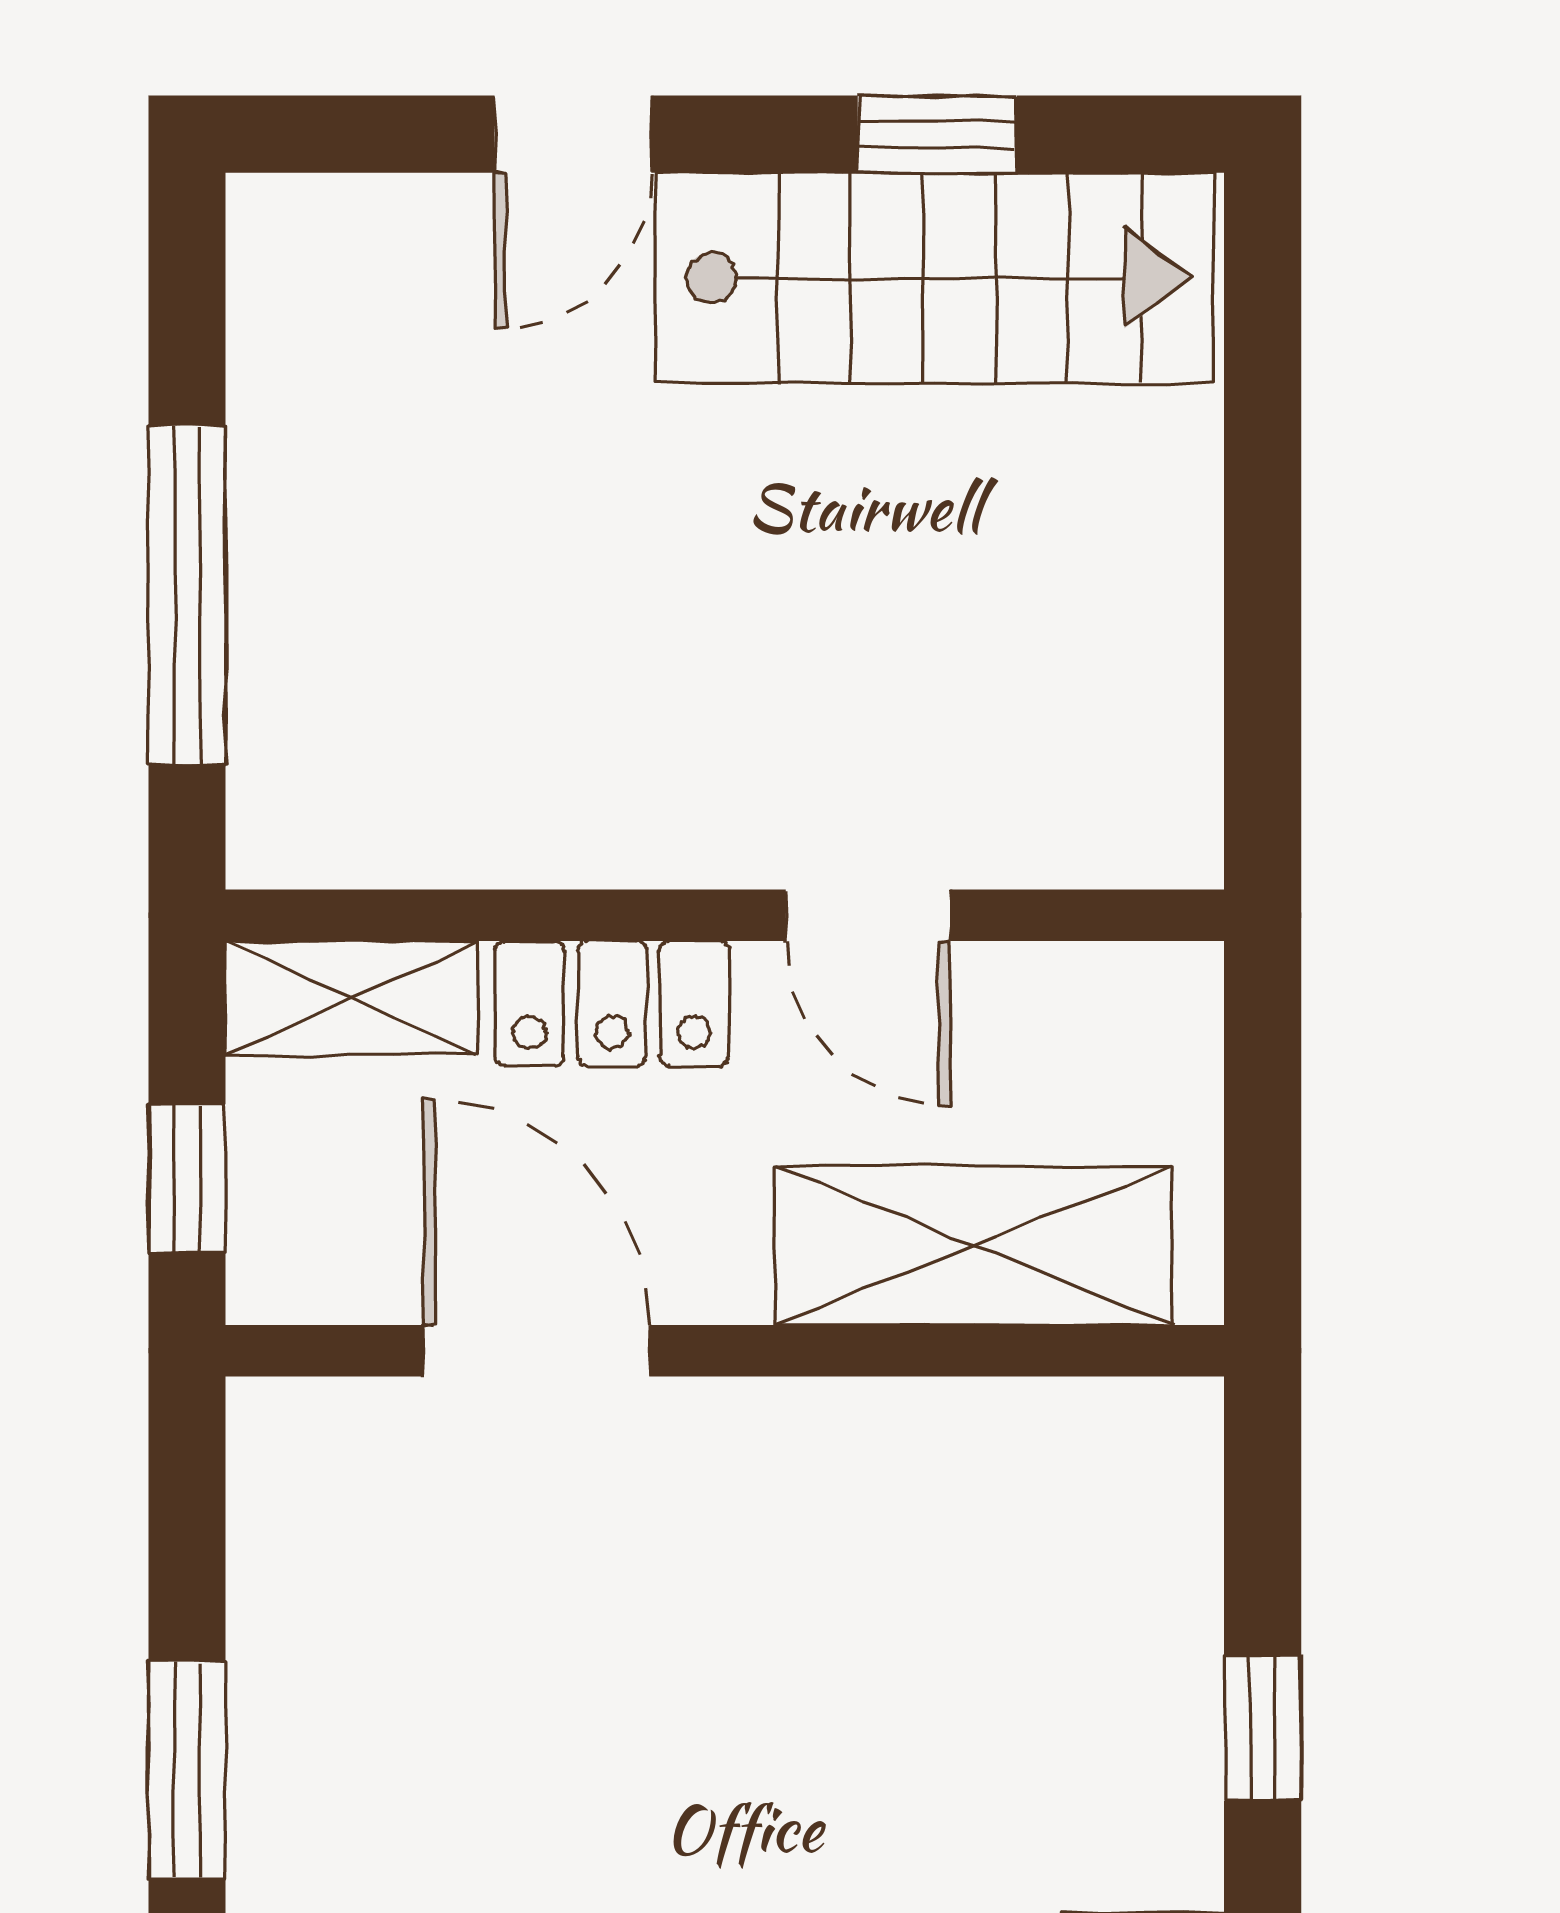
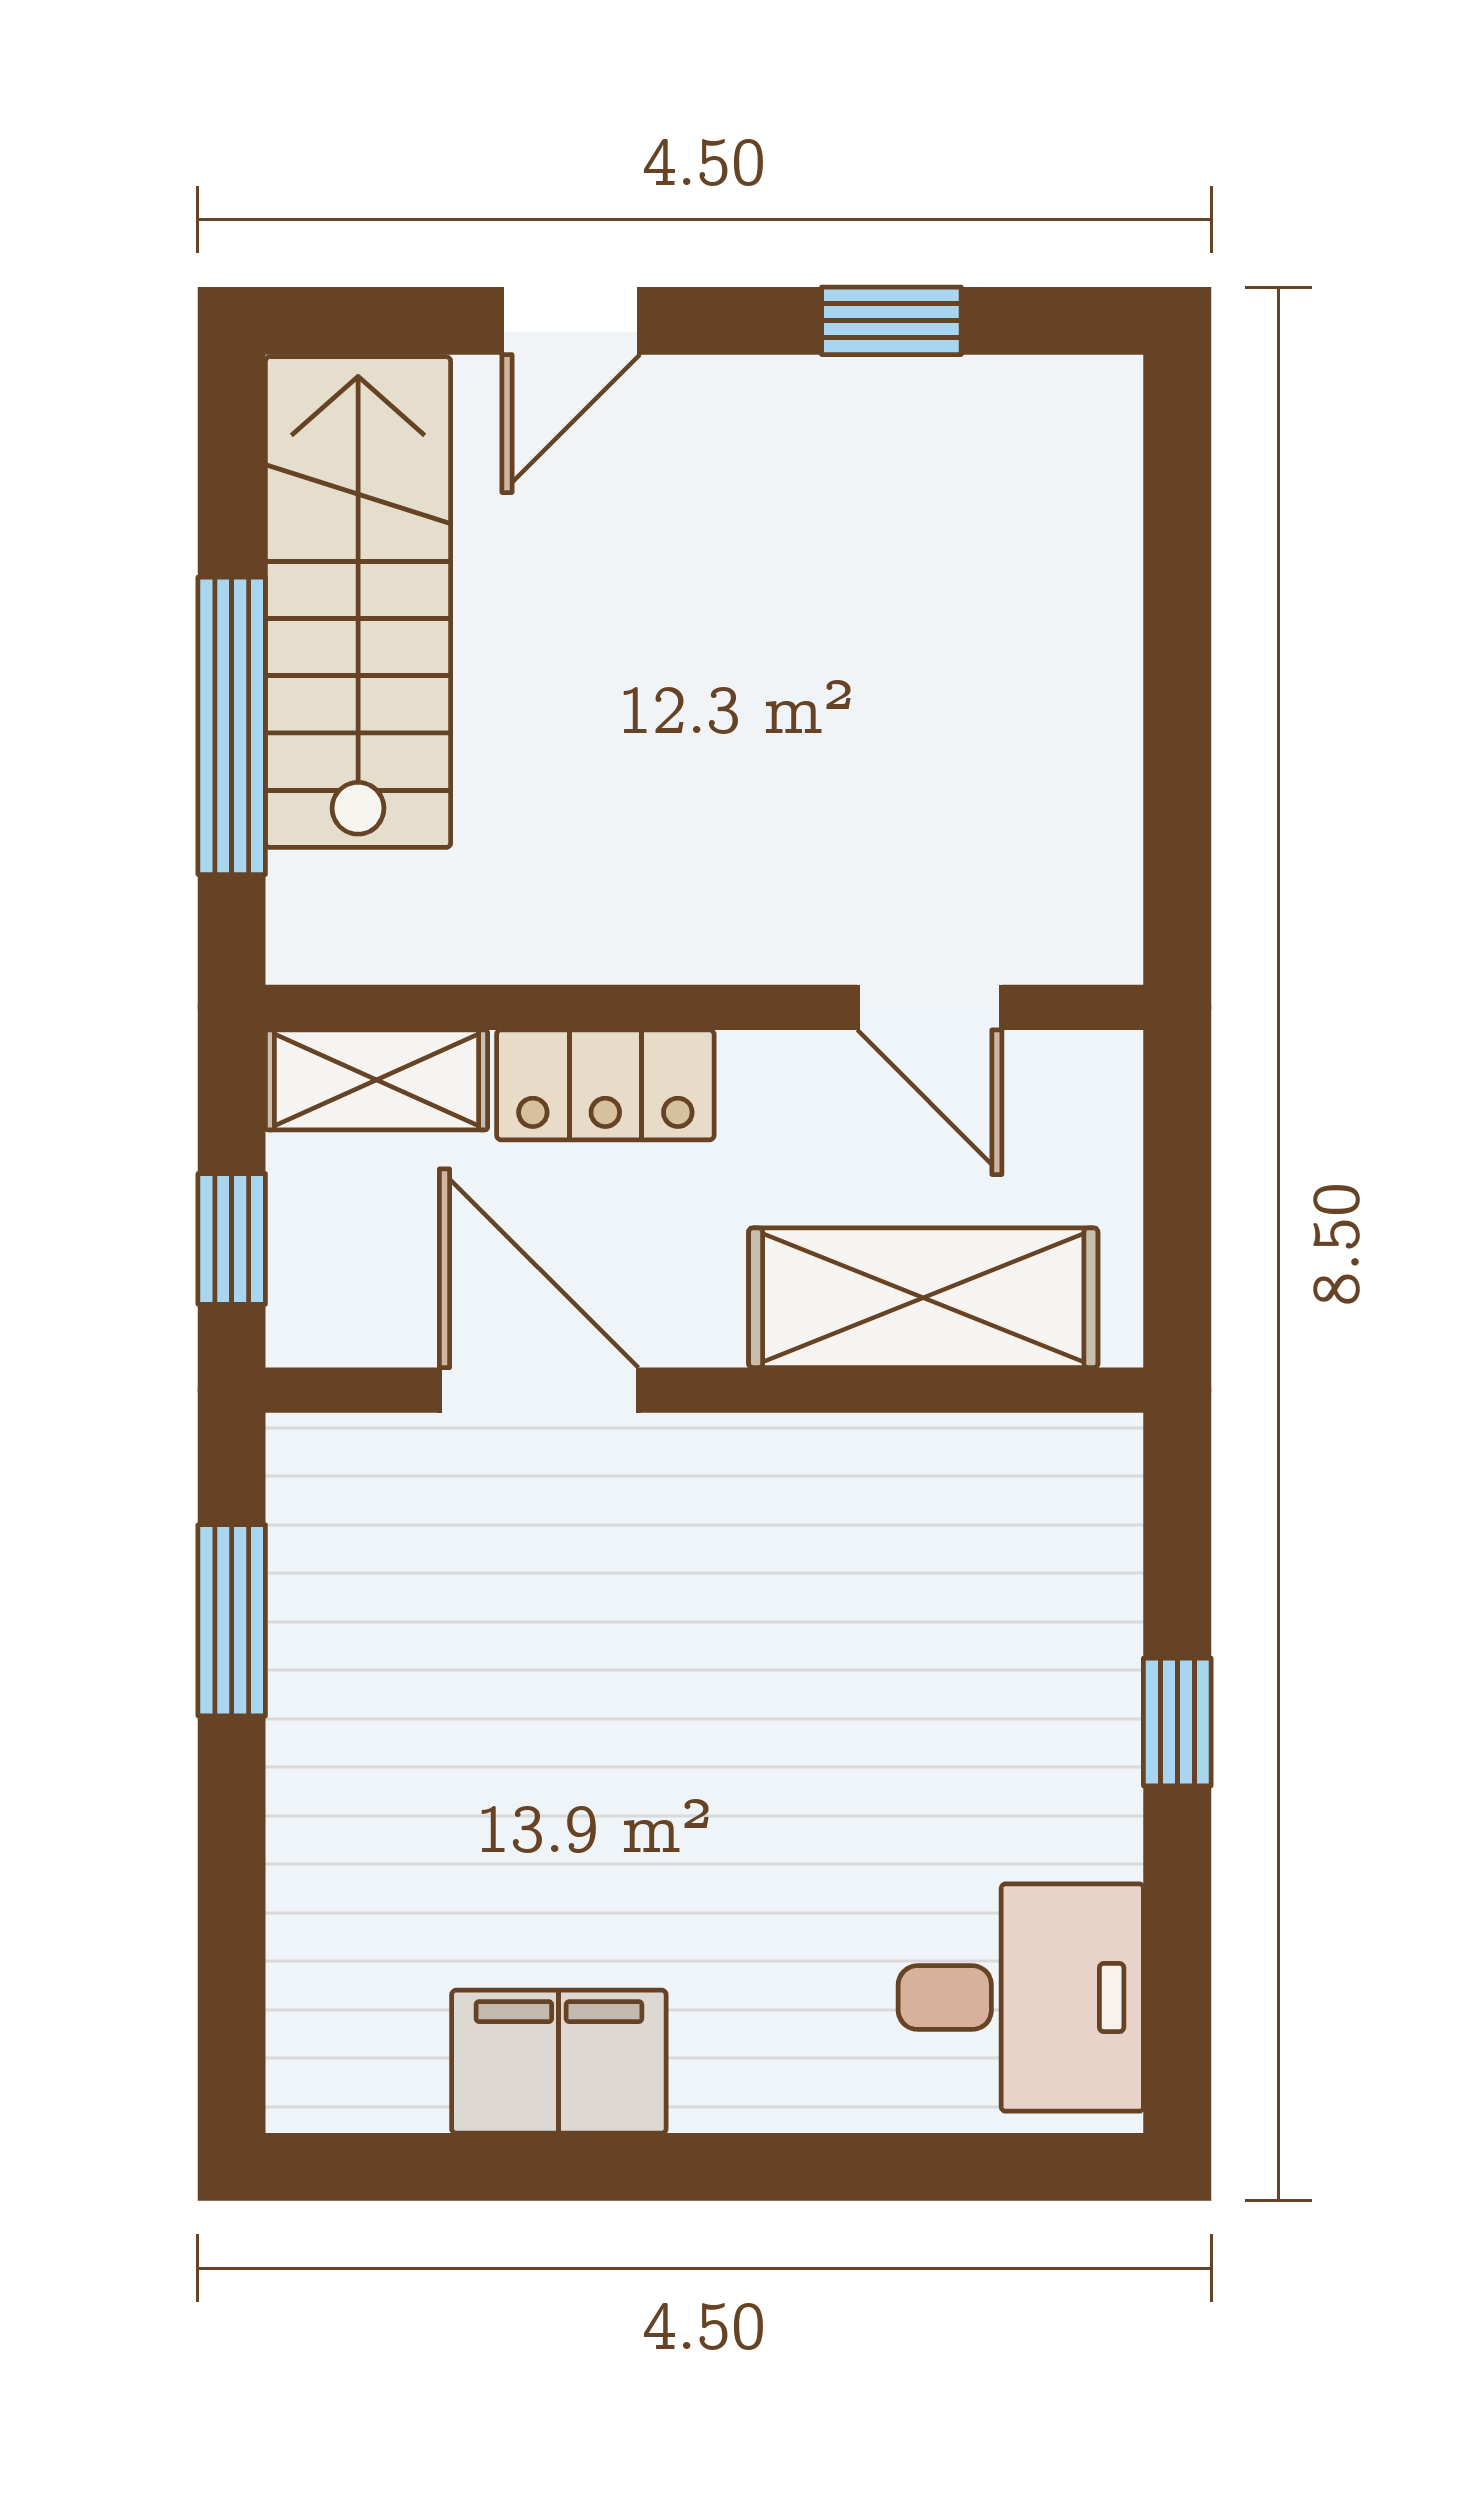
stairs: (935, 278) -> (358, 602), moved, turned -90
door: (868, 915) -> (930, 1007), moved
window: (187, 1770) -> (232, 1620), moved

